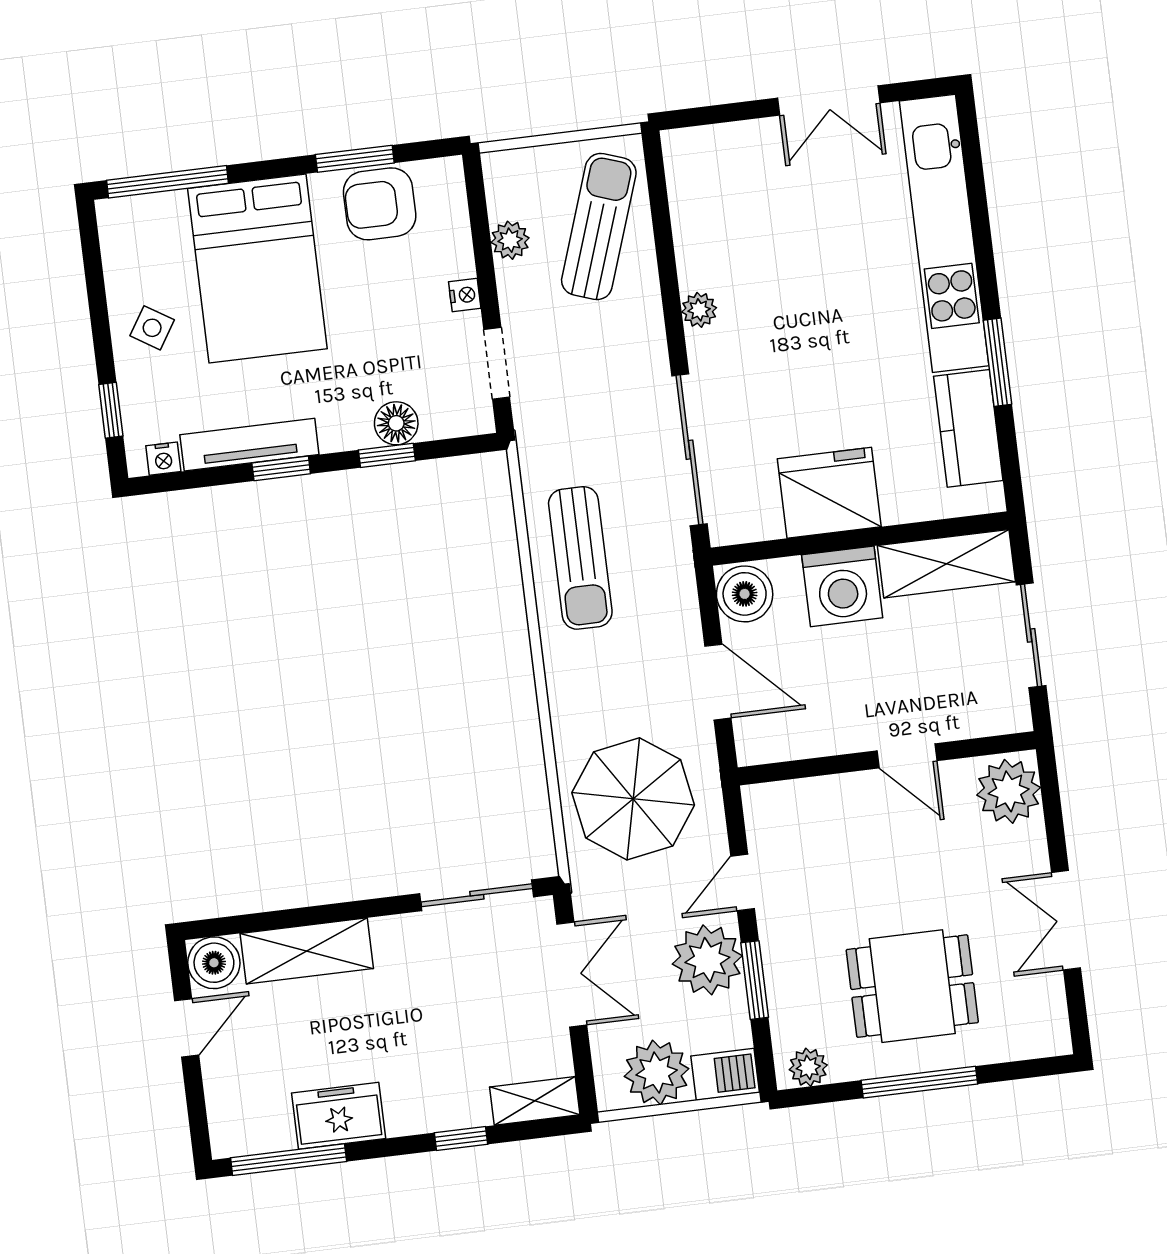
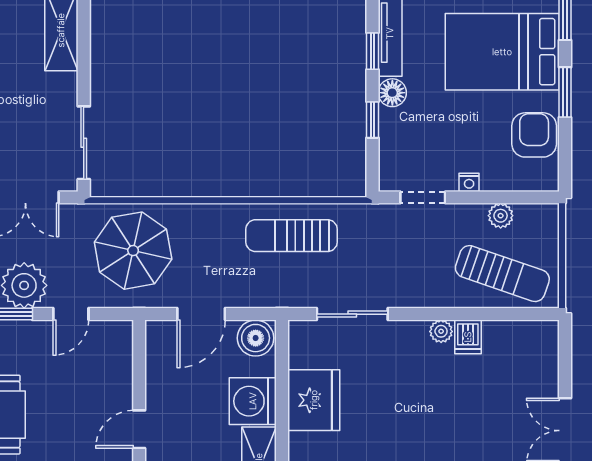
window: (355, 159) -> (565, 92), moved
dishwasher: (703, 268) -> (468, 337), added
floor lamp: (396, 423) -> (392, 93), moved
sliding door: (689, 450) -> (352, 314), width x0.73
door: (743, 883) -> (71, 314), swing flipped

